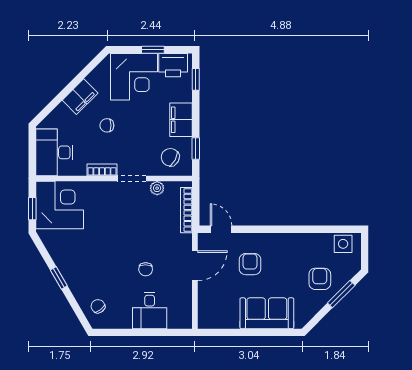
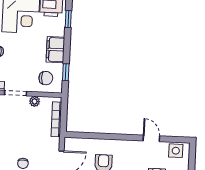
chair: (170, 157) -> (46, 78), turned 152
door: (221, 229) -> (151, 138), moved

